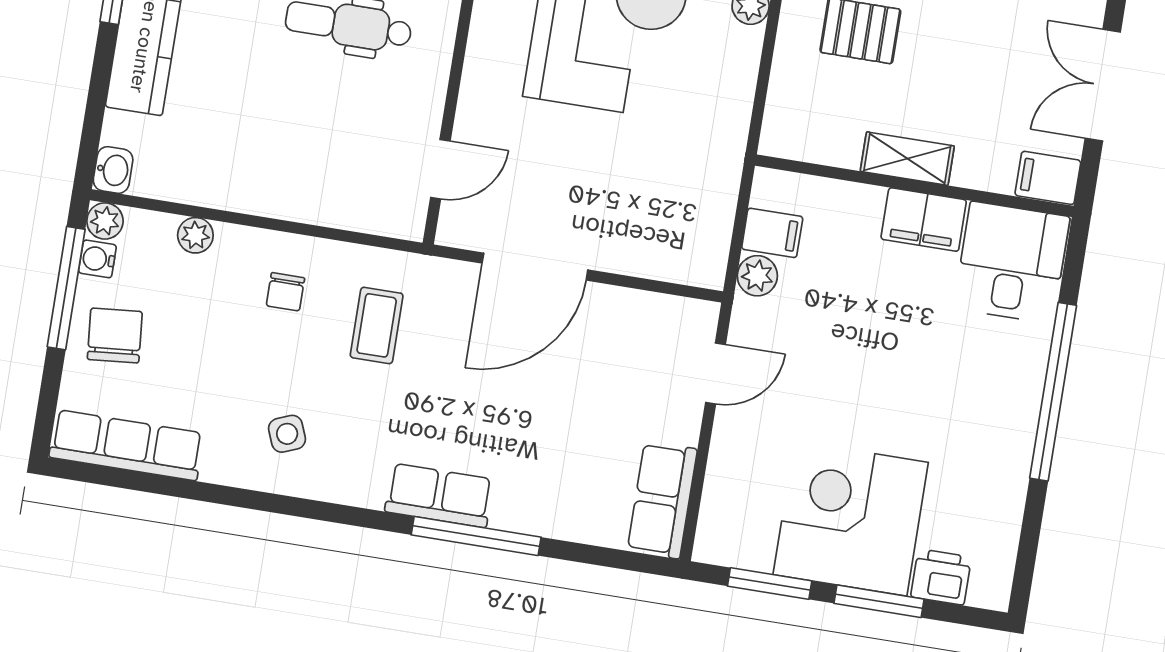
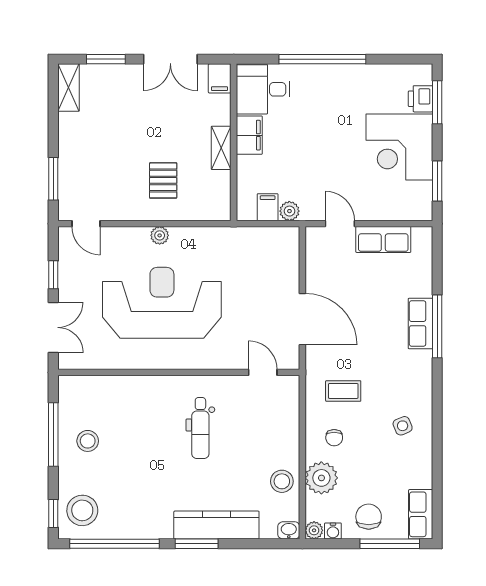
stool: (214, 172) -> (282, 481), added
plant: (195, 235) -> (321, 478), width x1.87, depth x1.87
window: (66, 288) -> (390, 544), moved
chair: (285, 292) -> (334, 438), turned 90
chair: (115, 335) -> (369, 517), turned 95
row of seats: (126, 445) -> (421, 514), width x0.68
row of seats: (439, 495) -> (420, 324), moved
row of seats: (662, 500) -> (383, 239), moved
window: (879, 601) -> (437, 102), moved

